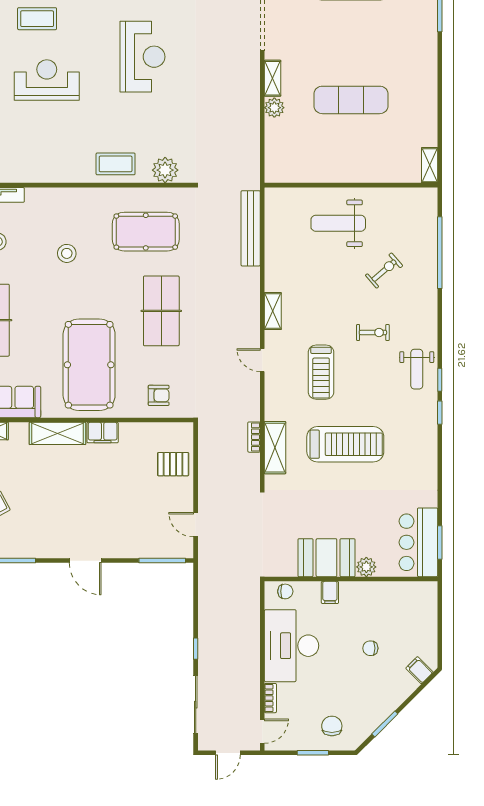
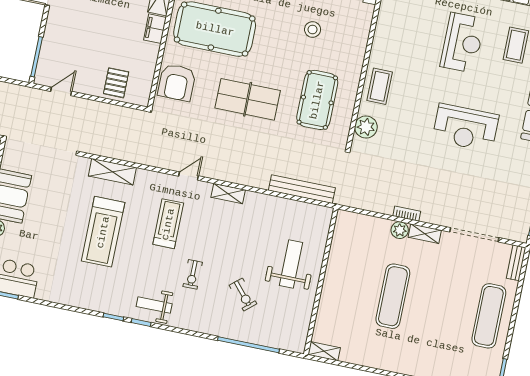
treadmill: (321, 372) -> (168, 224), turned 90
armchair: (159, 395) -> (177, 82), width x1.88, depth x1.88
bookcase: (254, 437) -> (407, 214), moved

